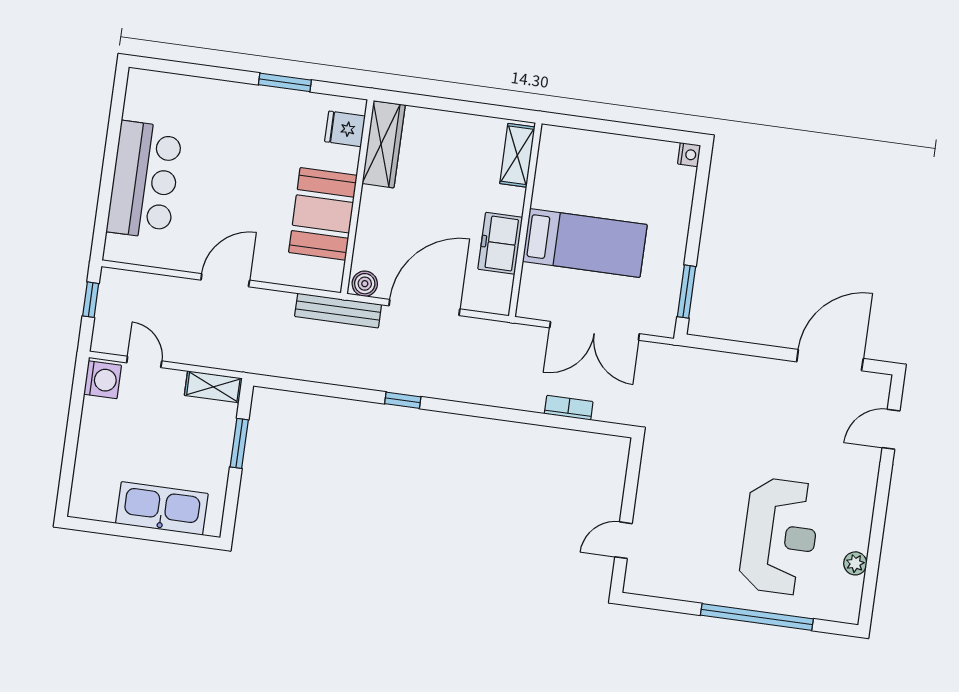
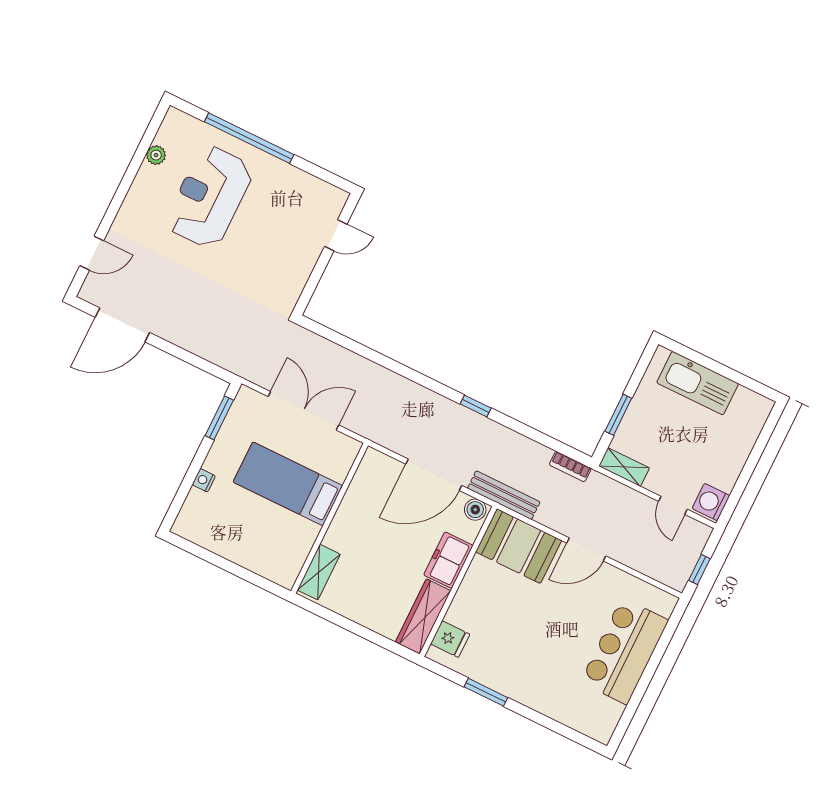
nightstand: (689, 155) -> (204, 480), moved
booth: (323, 214) -> (519, 546), moved, turned 90
freezer: (500, 243) -> (448, 560), moved, turned 180
bookcase: (569, 408) -> (570, 467), moved

